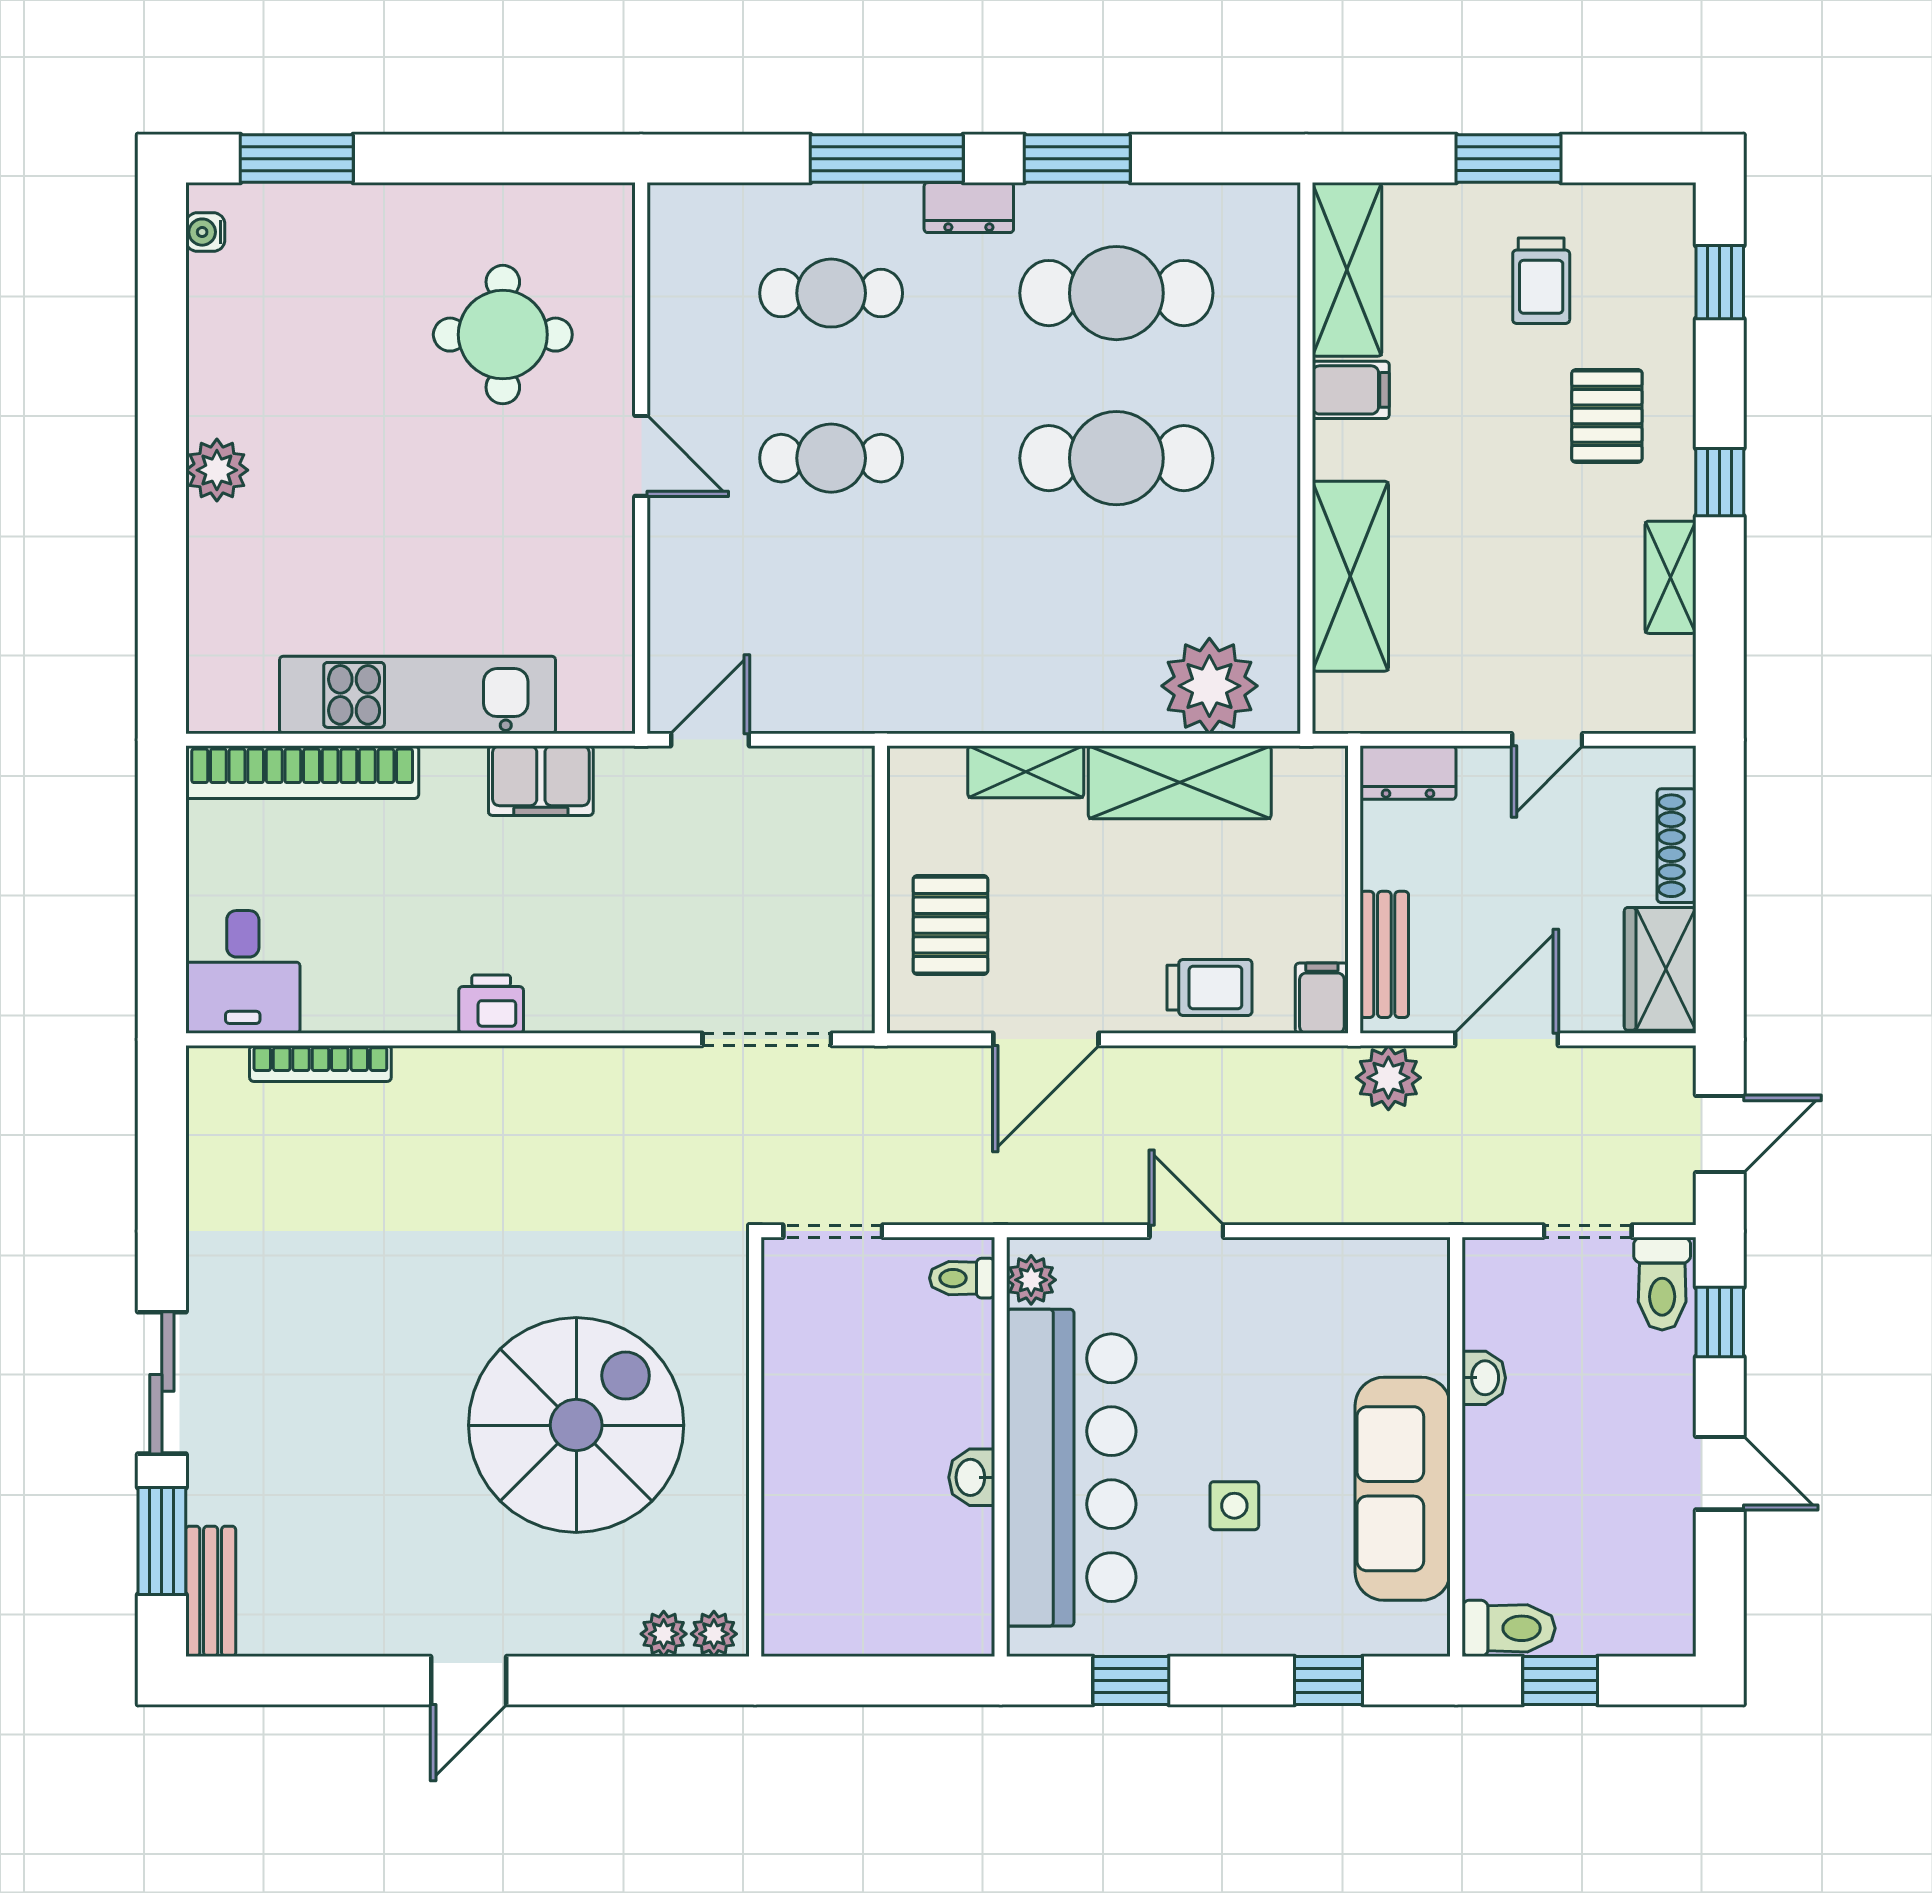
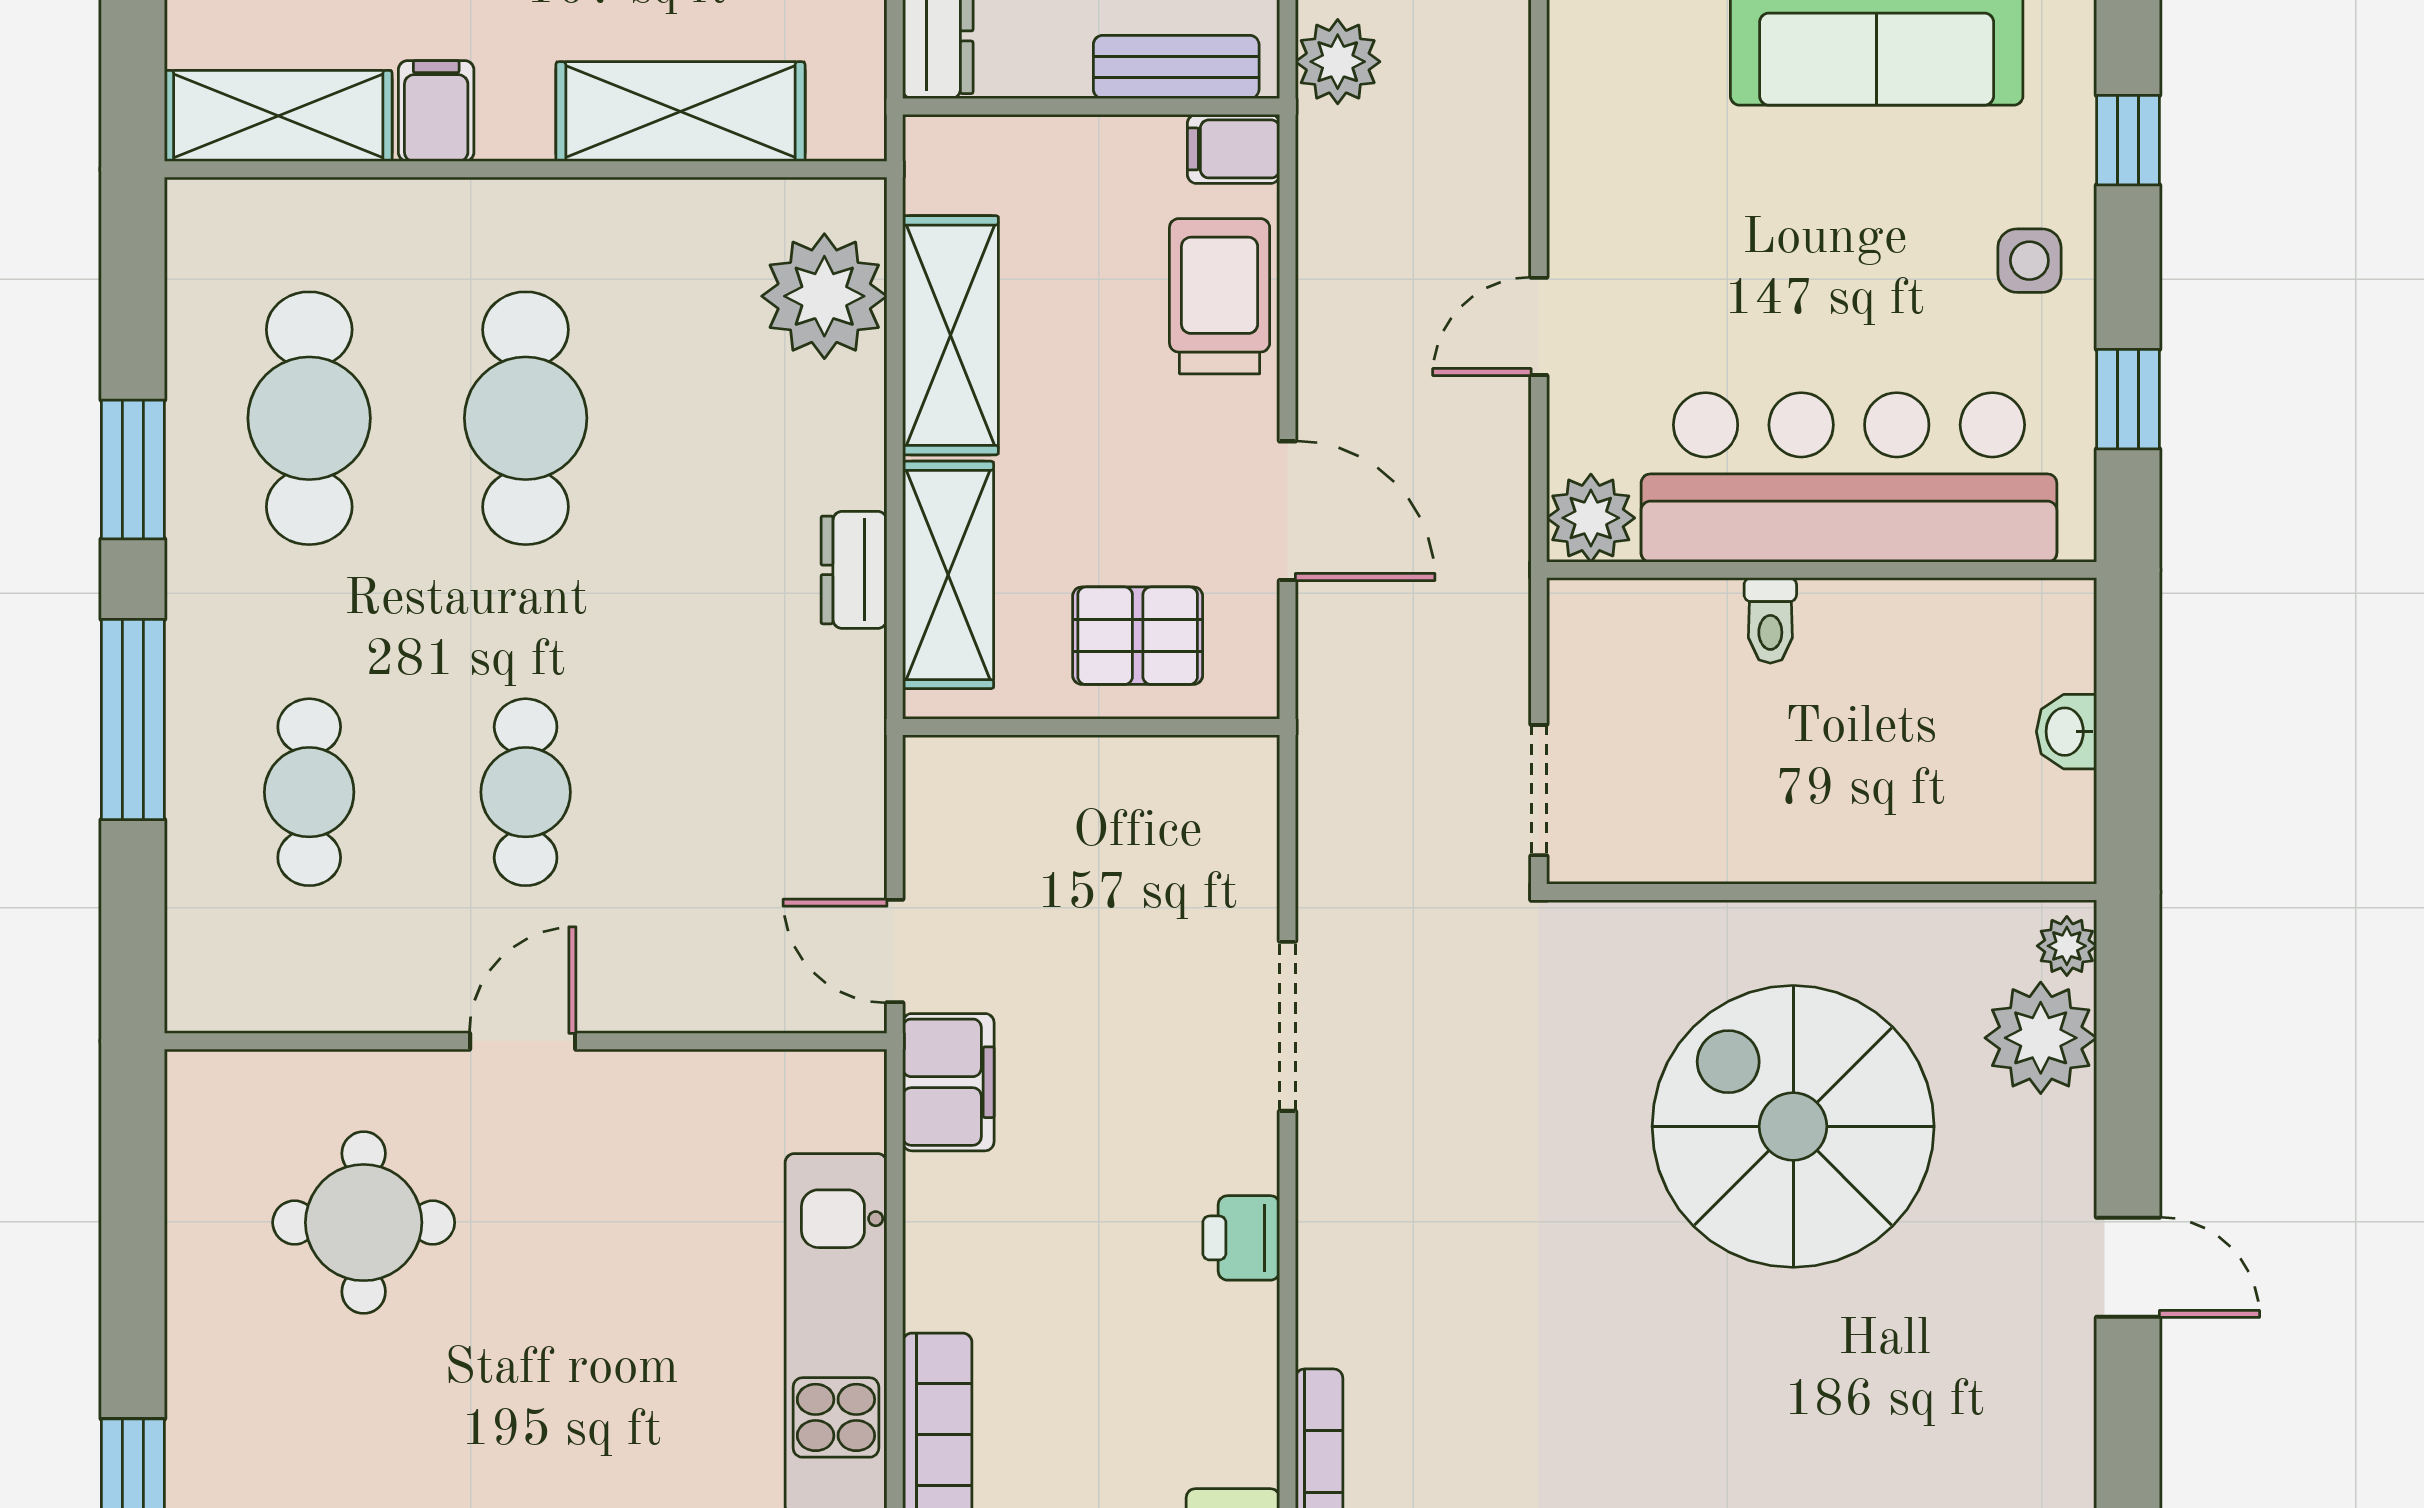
dresser: (969, 208) -> (854, 570), moved, turned 180
shelving: (1026, 772) -> (948, 575), width x1.50, depth x1.33
filing cabinet: (541, 781) -> (948, 1082), moved
trolley: (1209, 988) -> (1220, 296), width x1.36, depth x1.39
doorway: (767, 1039) -> (1288, 1026), moved
toilet: (962, 1278) -> (1770, 620), moved
plant: (1031, 1280) -> (1591, 518), width x1.38, depth x1.38
washbasin: (972, 1477) -> (2066, 732), moved, turned 90
side table: (1234, 1506) -> (2029, 261), moved
plant: (664, 1634) -> (2041, 1038), width x1.88, depth x1.88

